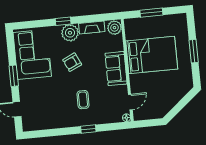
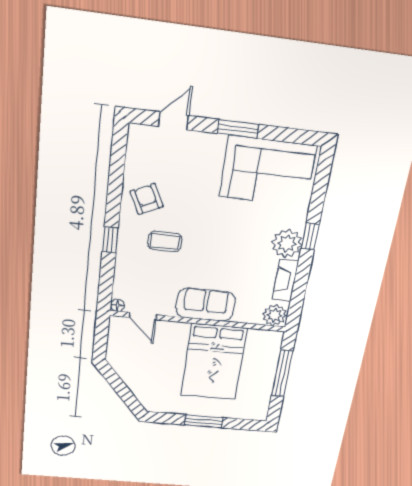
window: (151, 13) -> (282, 373), width x1.44
armchair: (72, 62) -> (147, 199), moved

